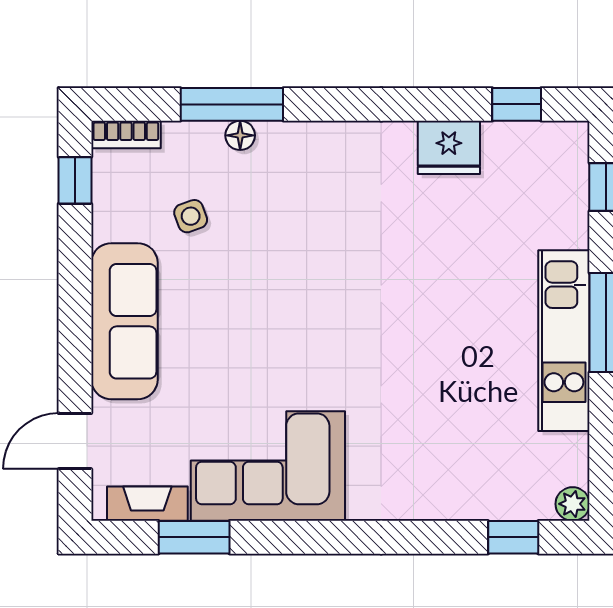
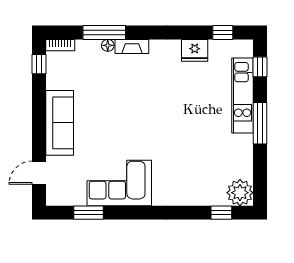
side table: (191, 216) -> (87, 79), removed
kitchen unit: (564, 341) -> (243, 95), moved
fireplace: (147, 504) -> (132, 46), moved, turned 180
plant: (573, 504) -> (240, 193), width x1.88, depth x1.88

